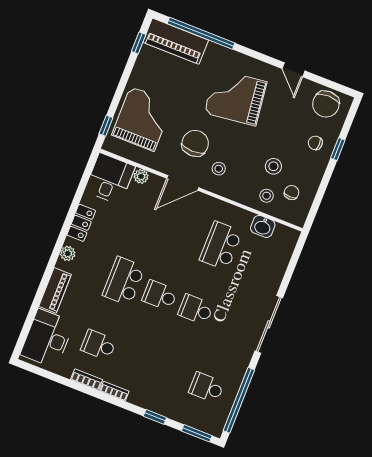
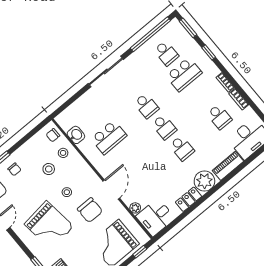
chair: (195, 143) -> (90, 210), turned -90
stool: (219, 169) -> (67, 192), moved
door: (183, 183) -> (111, 190), hinge flipped
chair: (291, 193) -> (53, 135), moved
plant: (68, 253) -> (204, 181), width x1.87, depth x1.87
school desk: (124, 281) -> (182, 148), width x0.54
school desk: (171, 373) -> (184, 74), added

